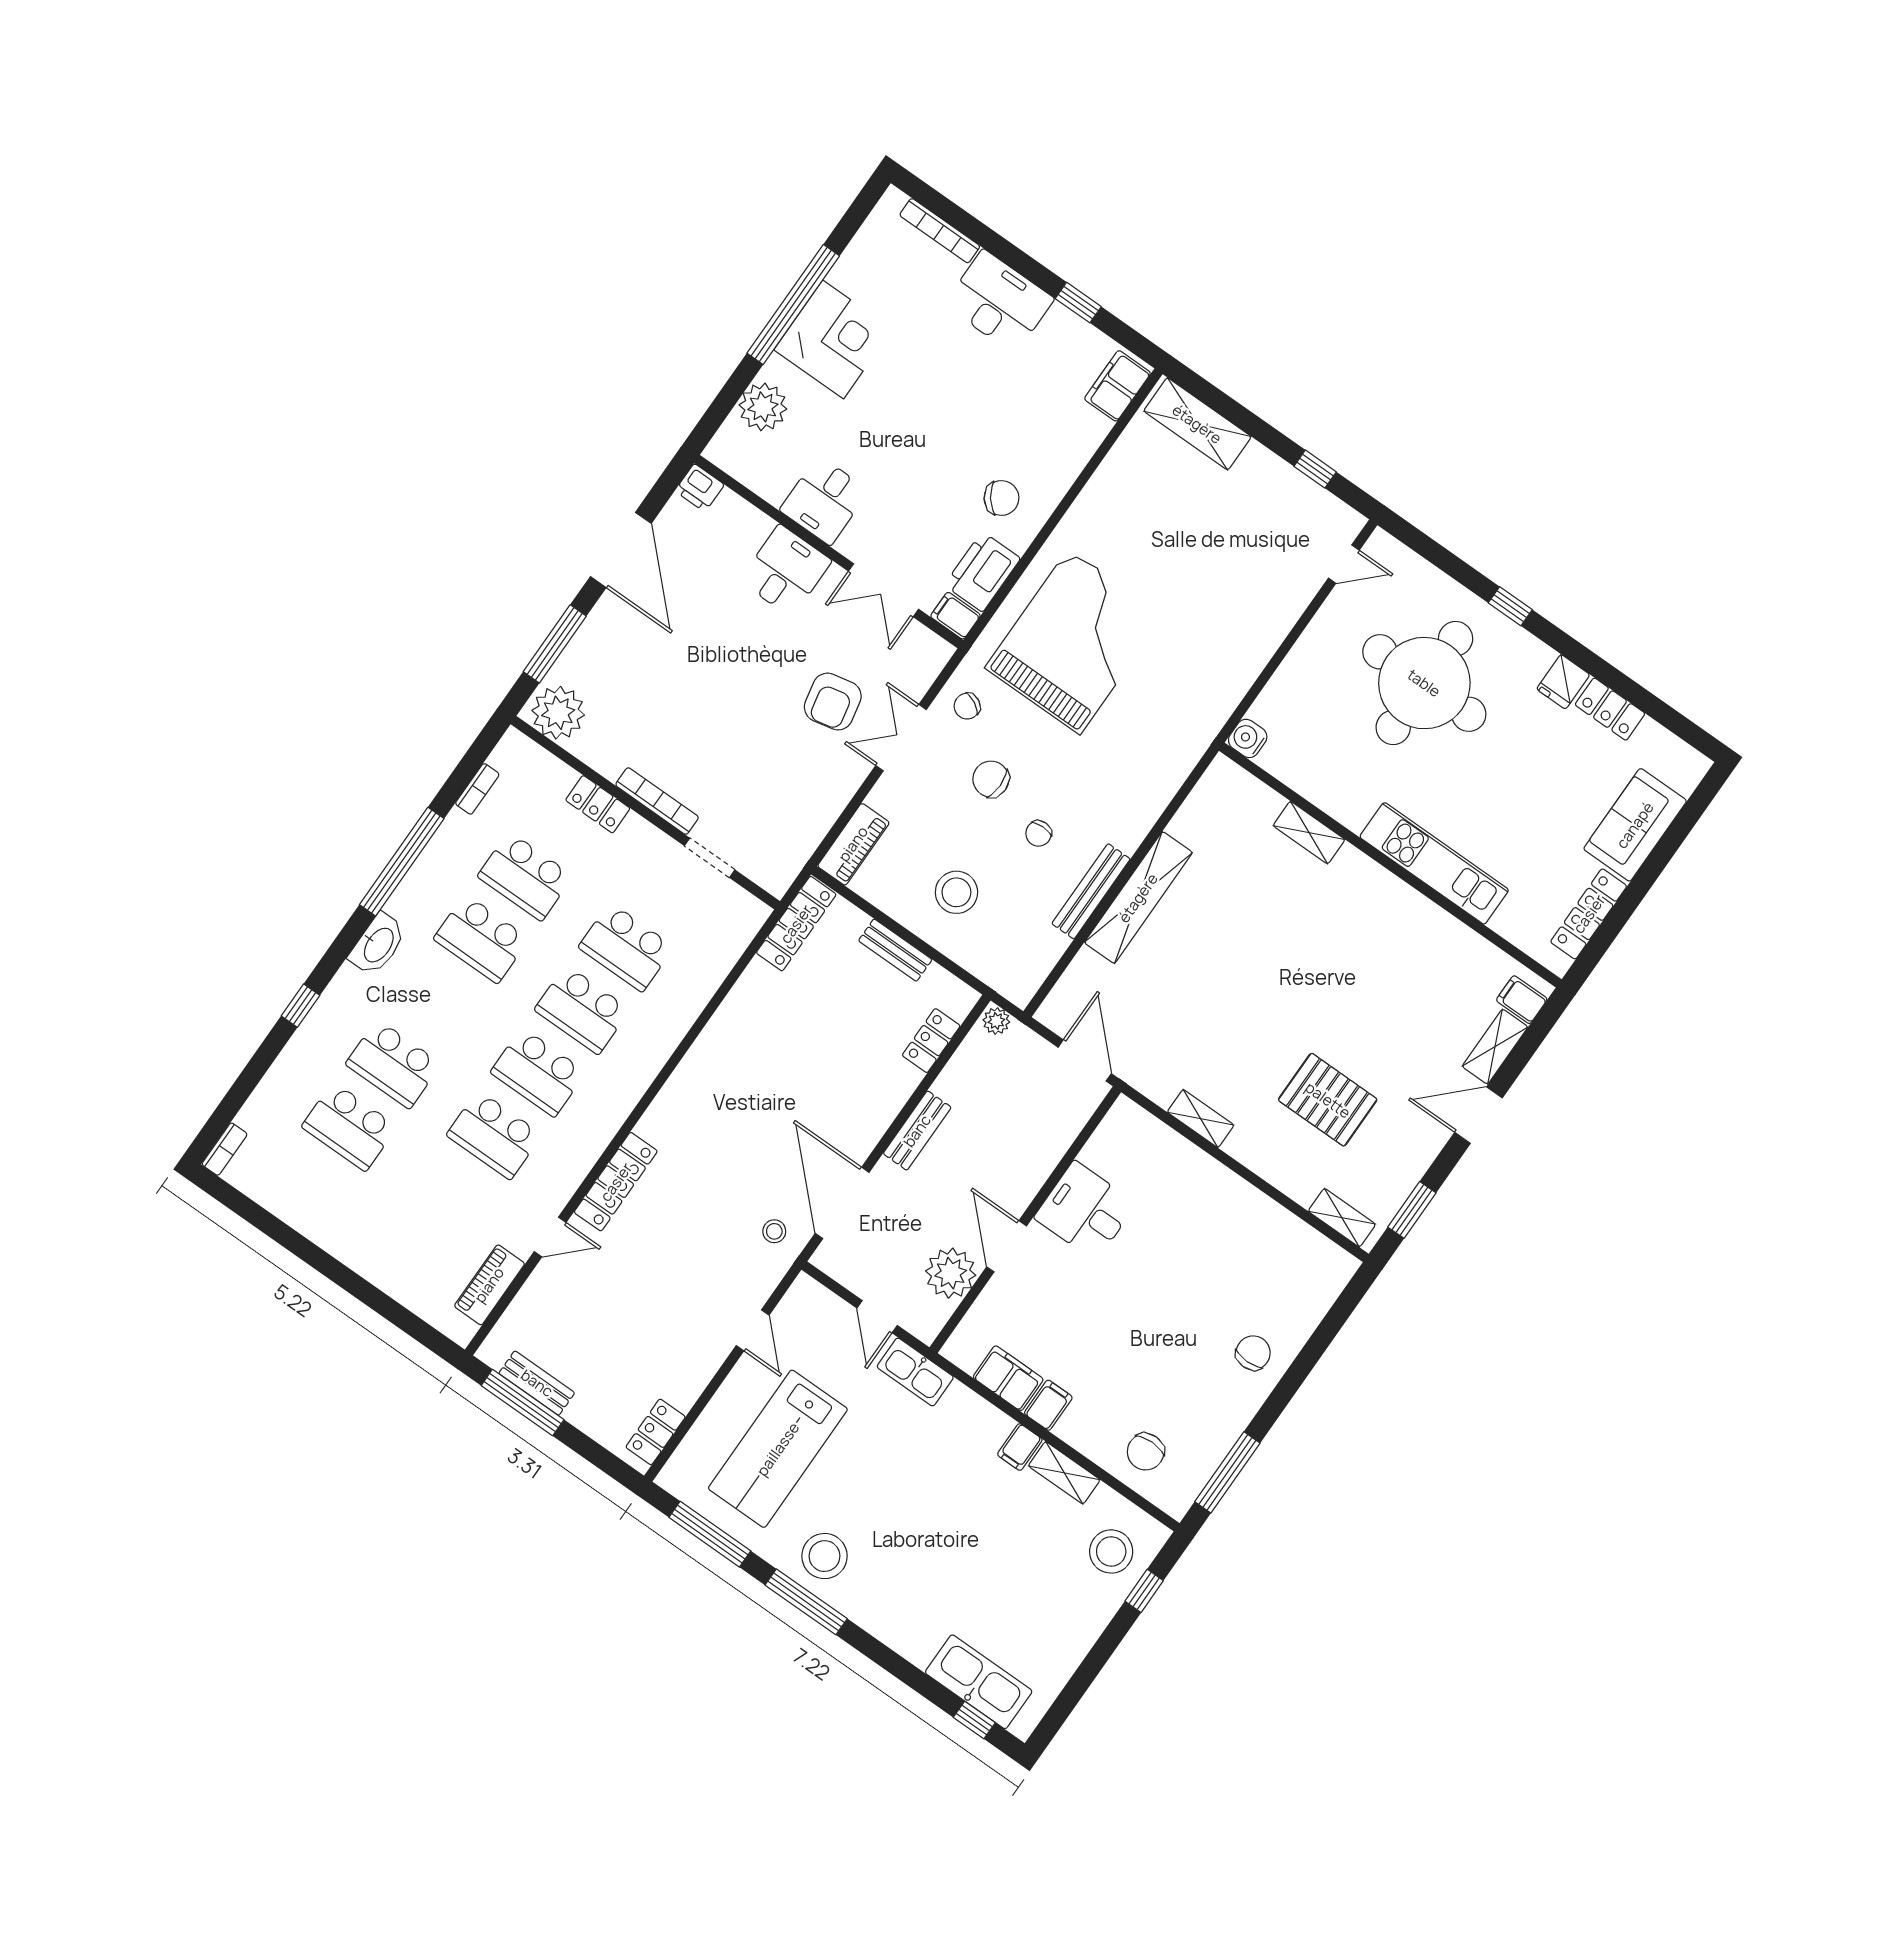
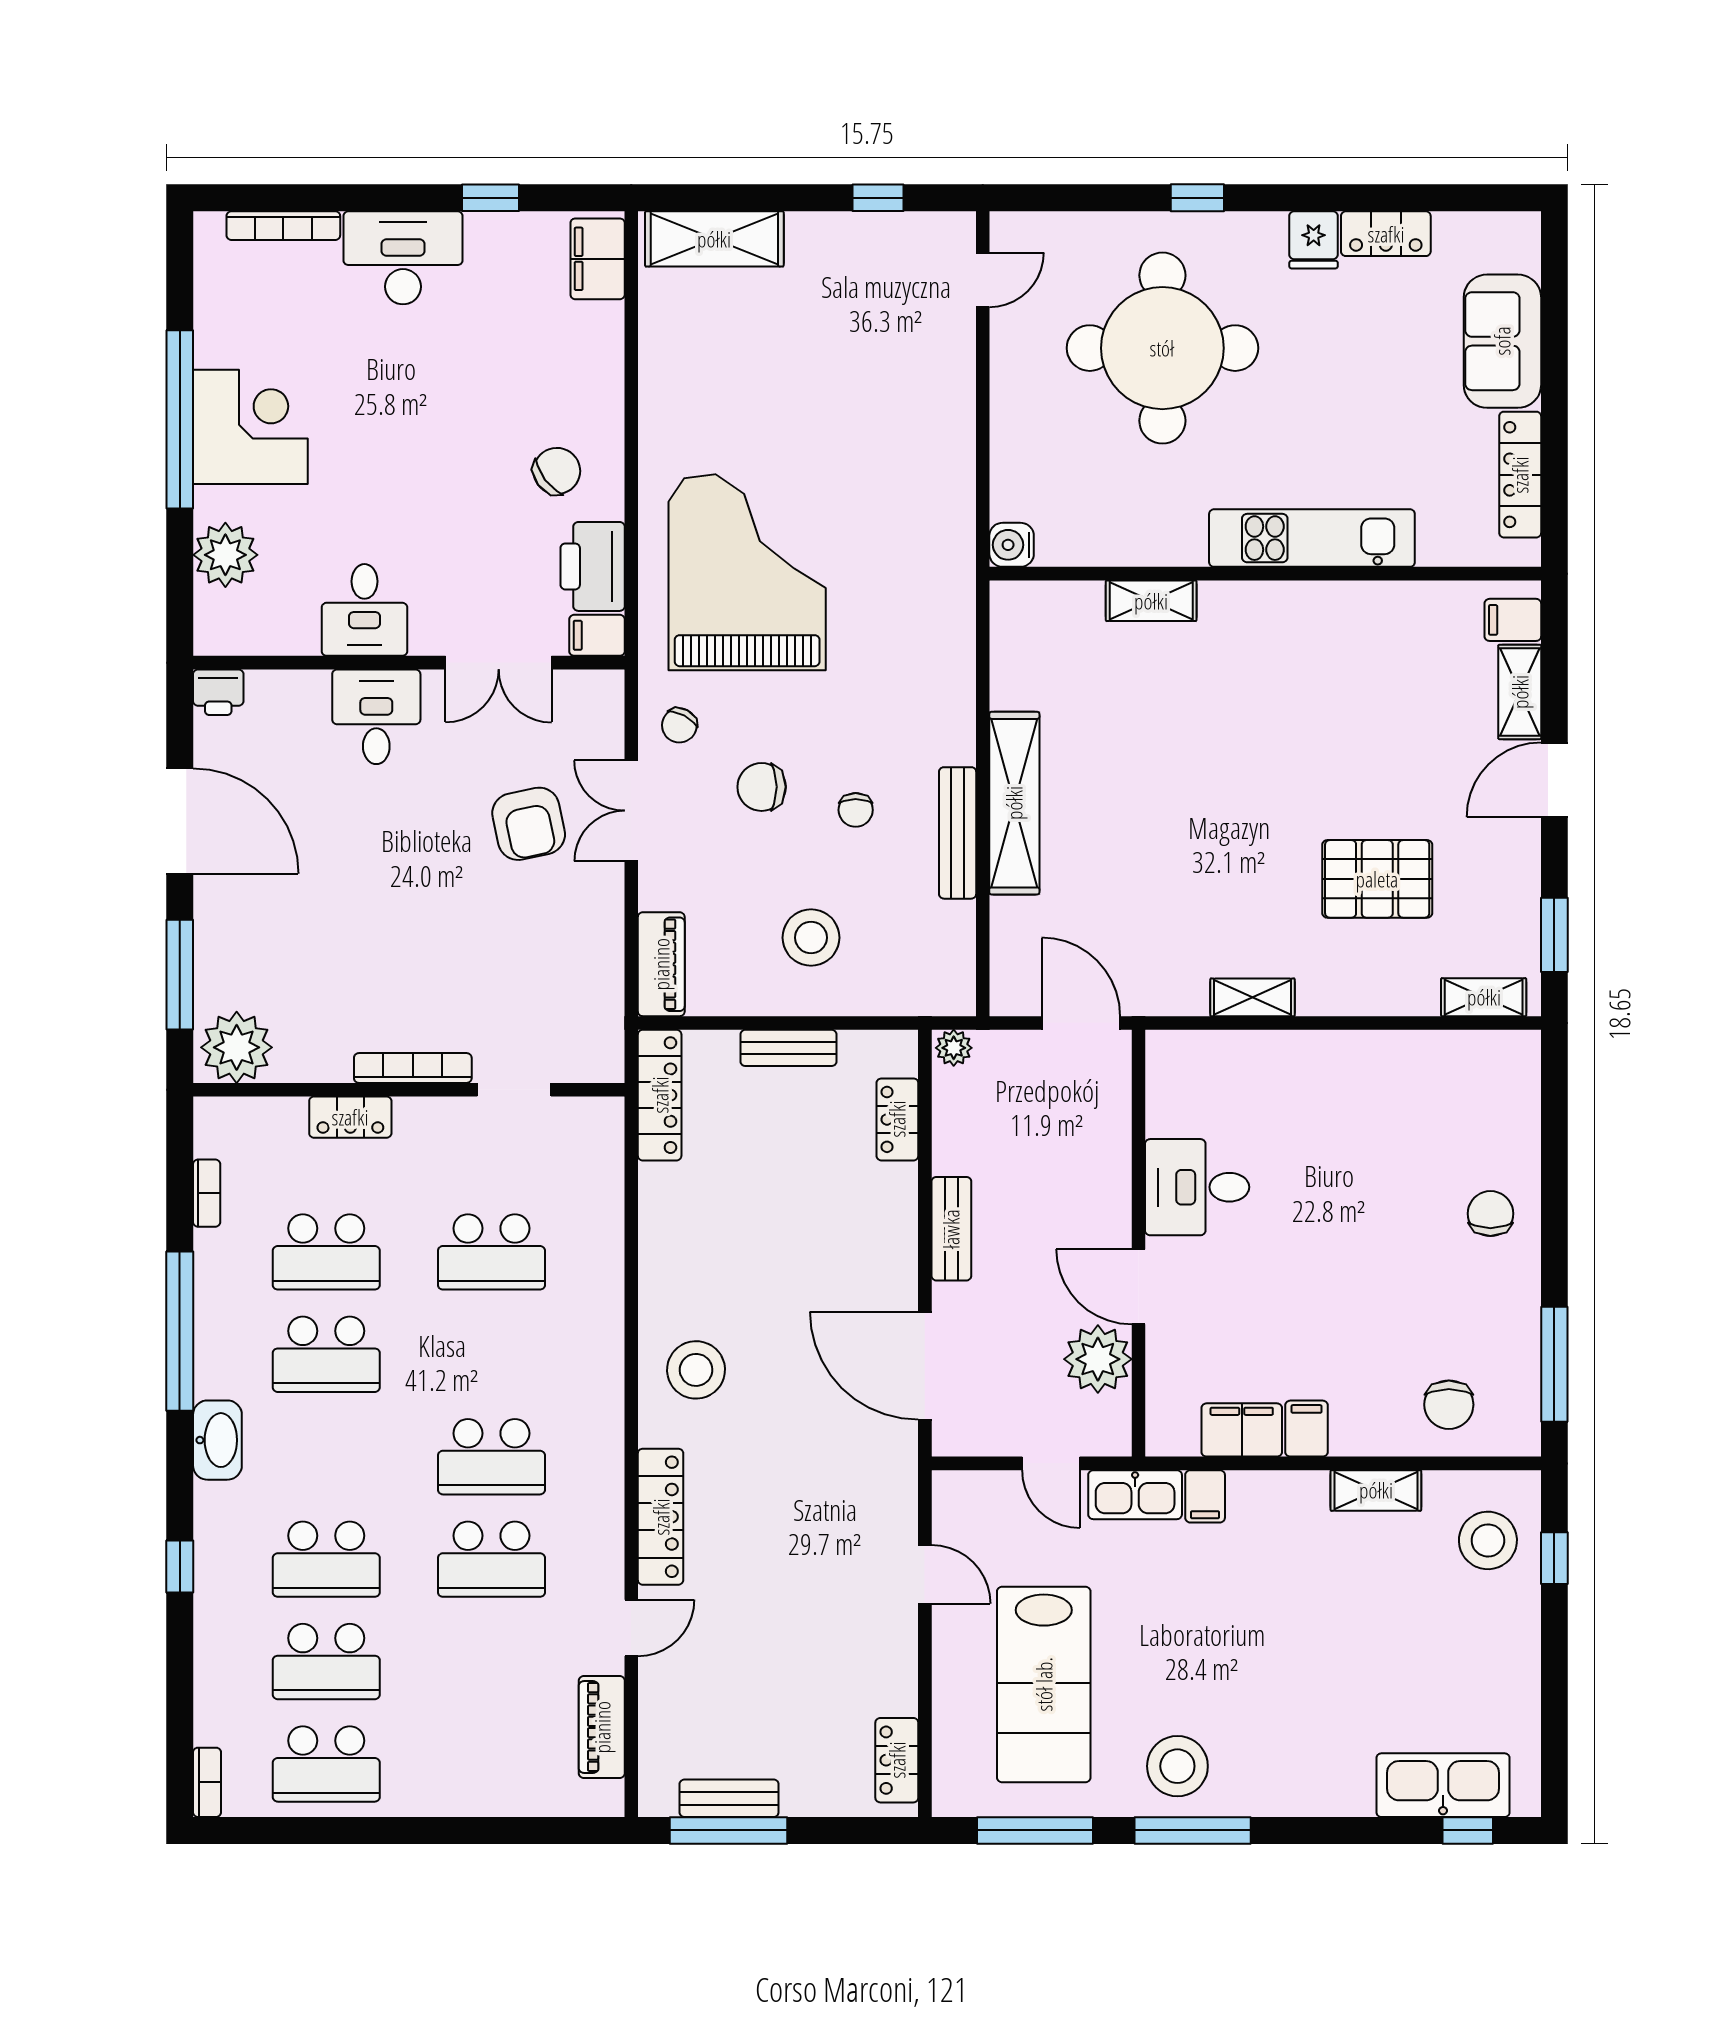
school desk: (582, 1010) -> (326, 1764), moved
stool: (774, 1231) -> (696, 1370), moved, width x1.89, depth x1.89
filing cabinet: (1020, 1447) -> (1205, 1496), moved

